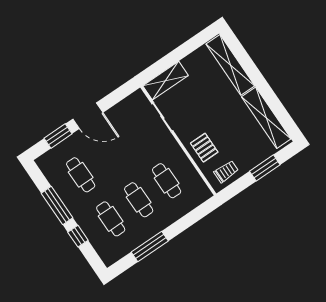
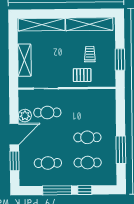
shelving: (166, 81) -> (24, 60), moved
plant: (116, 114) -> (25, 116), added
window: (265, 168) -> (120, 60), moved
trolley: (226, 172) -> (90, 54), moved
cafe table: (167, 181) -> (47, 113), moved

